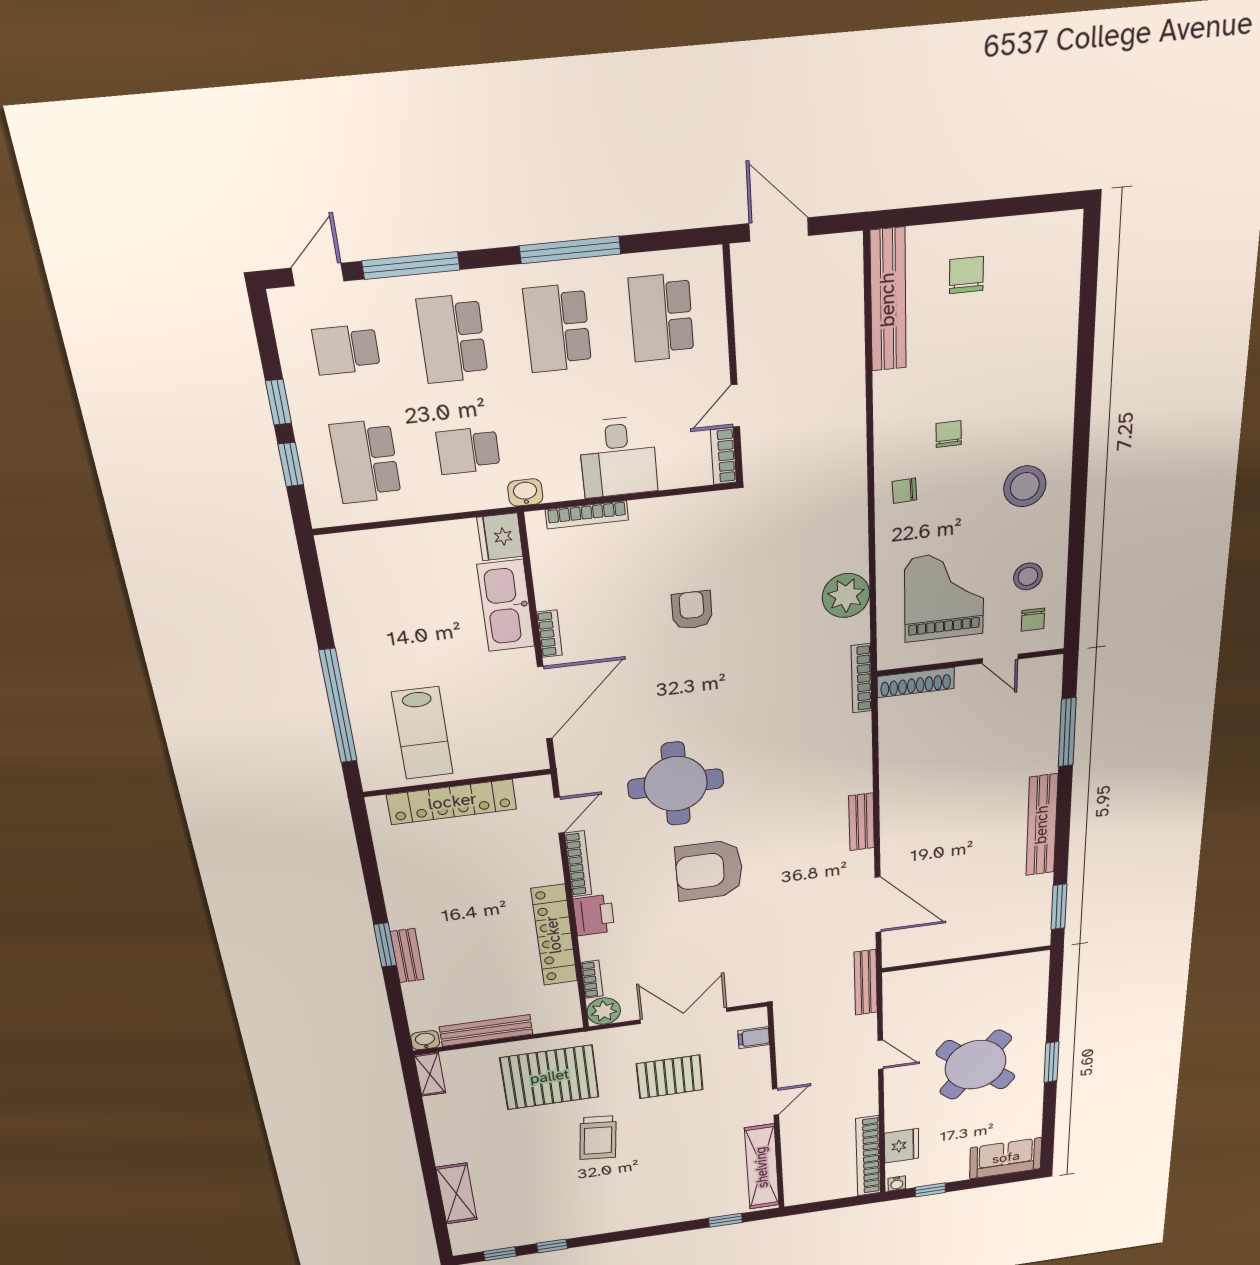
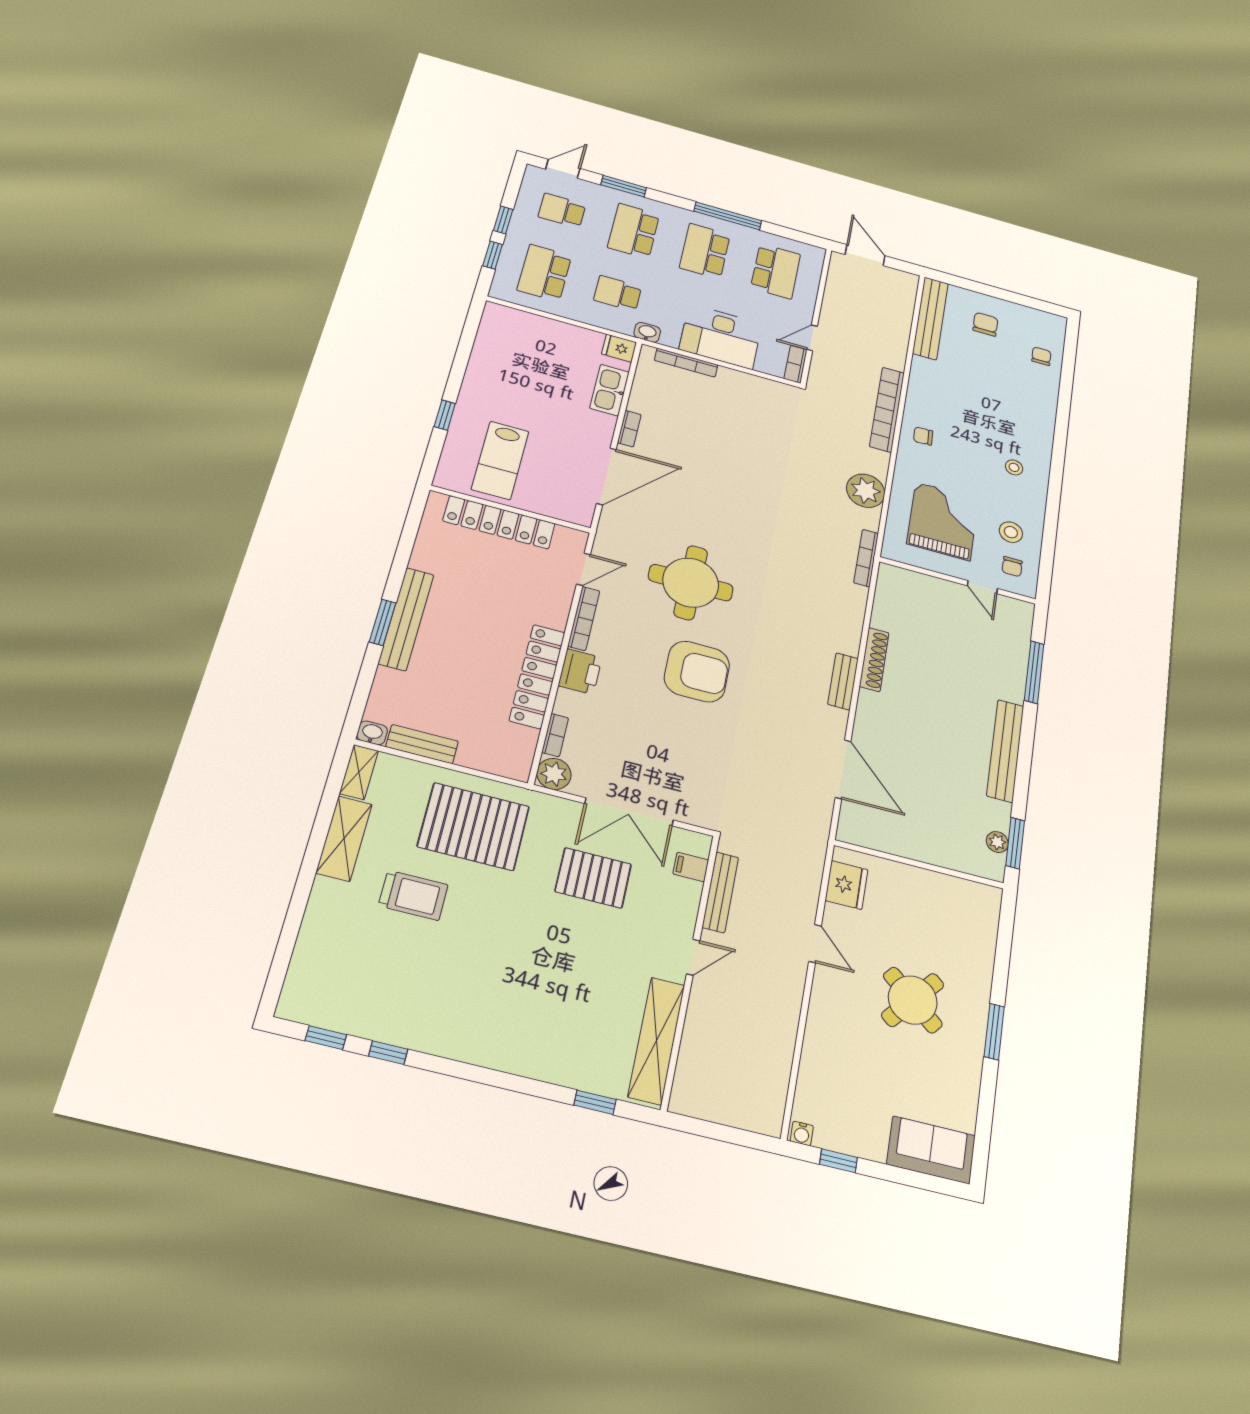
window: (411, 265) -> (624, 186), width x0.69
school desk: (661, 317) -> (776, 271), turned 180
chair: (949, 434) -> (1041, 356), moved
desk: (618, 457) -> (721, 337), width x1.37
stool: (1025, 486) -> (1014, 467), width x0.53, depth x0.53
fridge: (500, 537) -> (619, 348), width x0.72
kitchen sink: (506, 606) -> (610, 390), width x0.73, depth x0.81
armchair: (692, 610) -> (744, 455), removed
shoe rack: (916, 683) -> (874, 659), moved, turned -90
window: (338, 706) -> (445, 415), width x0.32
armchair: (709, 870) -> (697, 671), turned 180
plant: (1041, 912) -> (997, 842), added
bench: (407, 956) -> (406, 619), width x1.86, depth x1.21
bench: (866, 982) -> (720, 892), moved
double door: (684, 1016) -> (629, 812), swing flipped
bench: (486, 1031) -> (422, 744), width x0.73
round table: (976, 1065) -> (913, 1000), width x0.73, depth x0.73
trolley: (598, 1138) -> (413, 895), moved, turned -96
fridge: (902, 1146) -> (846, 885), moved
bookcase: (868, 1156) -> (887, 409), moved
shelving: (457, 1194) -> (344, 838), moved

